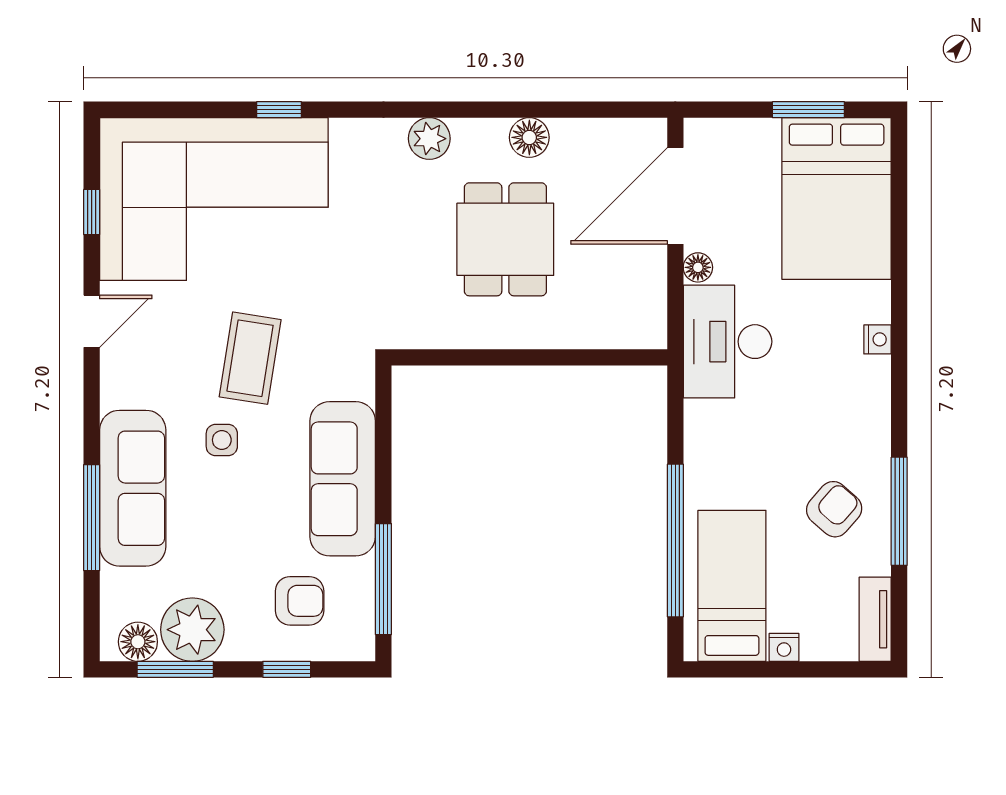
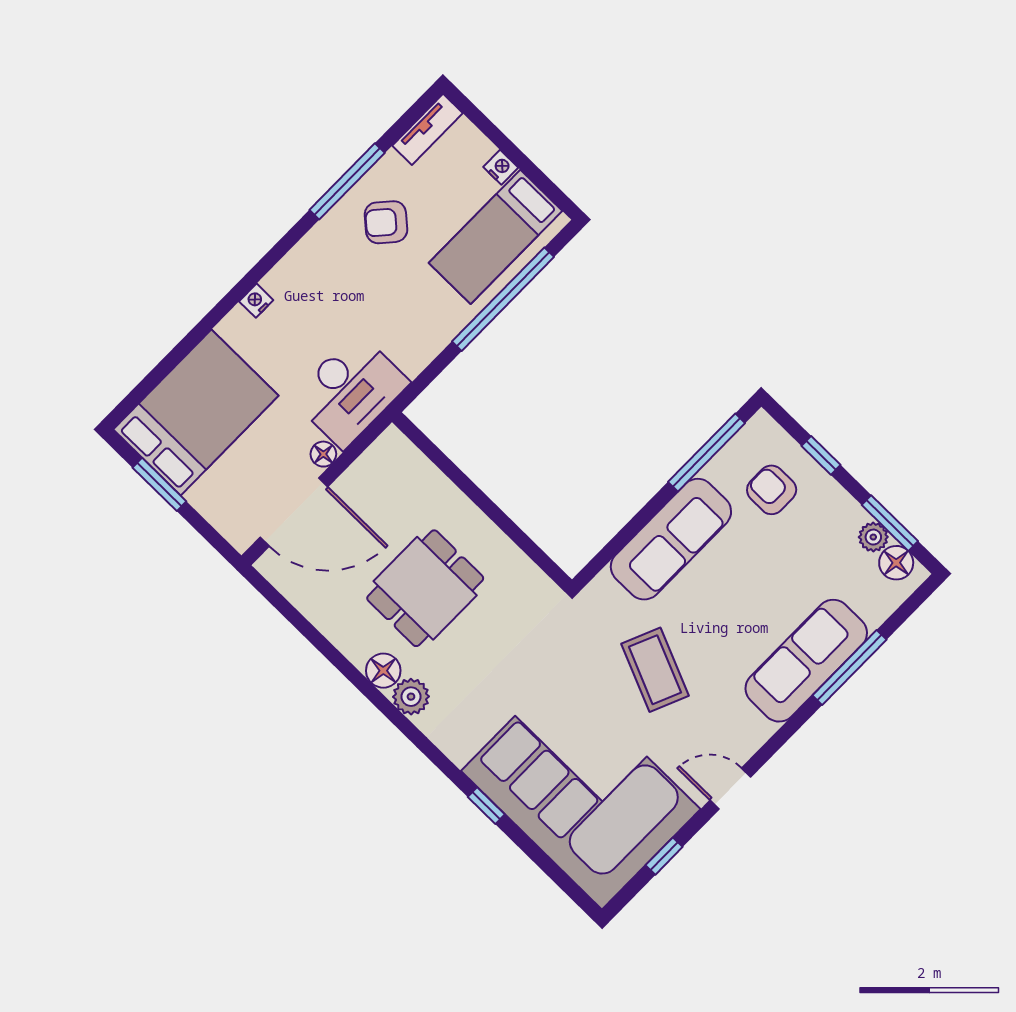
floor lamp: (529, 137) -> (383, 671), moved
coffee table: (250, 358) -> (655, 670), turned -76
side table: (222, 440) -> (722, 636), removed
plant: (192, 630) -> (873, 537), width x0.53, depth x0.53

